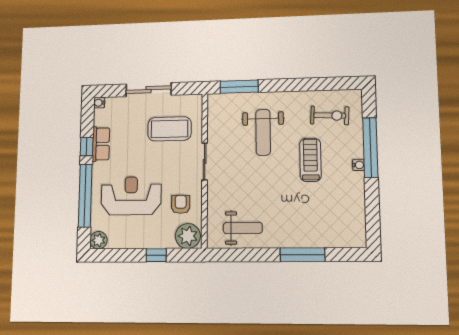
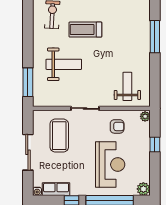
row of seats: (101, 144) -> (56, 189), moved
reception desk: (131, 196) -> (110, 165), turned 180
armchair: (181, 204) -> (117, 126), turned 180
weight bench: (243, 228) -> (127, 86), moved
plant: (188, 236) -> (145, 116), width x0.53, depth x0.53

